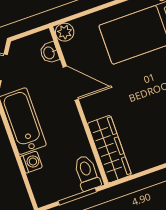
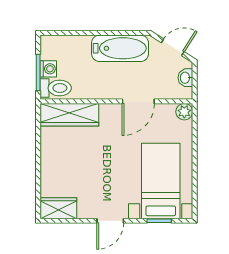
washbasin: (49, 53) -> (185, 78), moved, turned -90
washing machine: (31, 162) -> (48, 69), moved, turned -90

